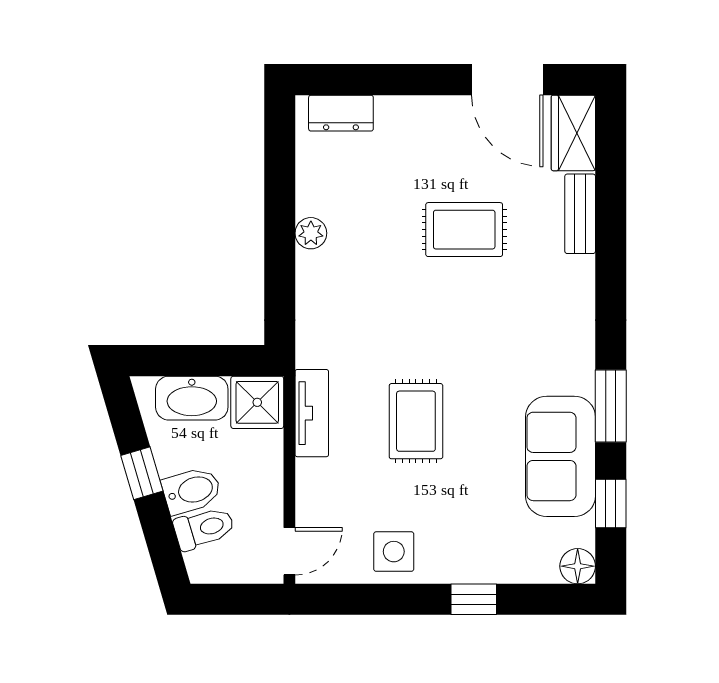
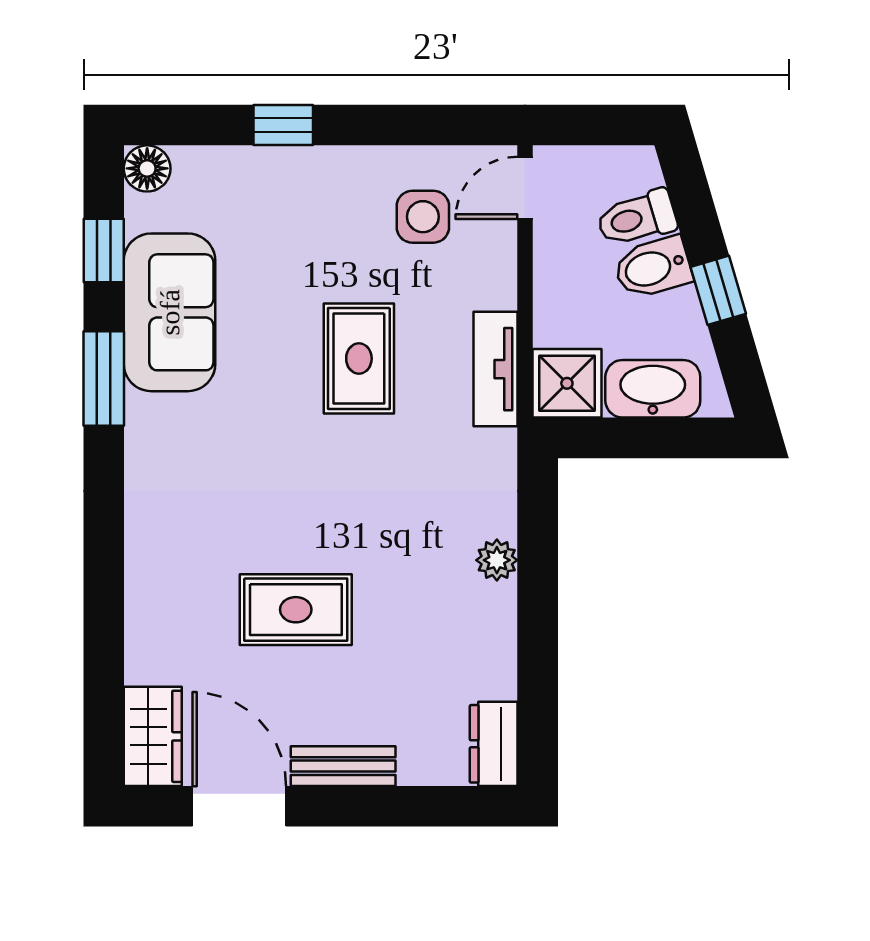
dresser: (341, 113) -> (494, 744), moved, turned -90
bench: (580, 214) -> (343, 766), moved, turned 90
plant: (311, 233) -> (497, 560), moved
side table: (394, 552) -> (423, 217), moved

